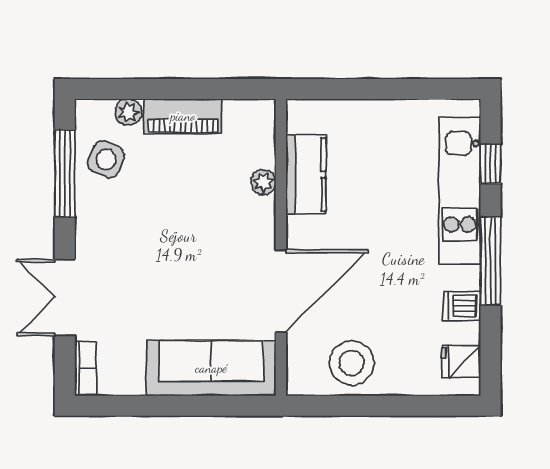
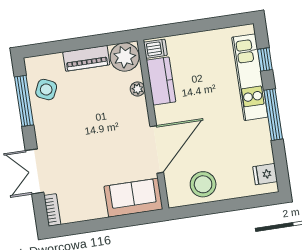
plant: (128, 112) -> (125, 57), moved, width x1.87, depth x1.87
dishwasher: (462, 306) -> (155, 49), moved, turned 180
sofa: (211, 368) -> (133, 198), width x0.73

